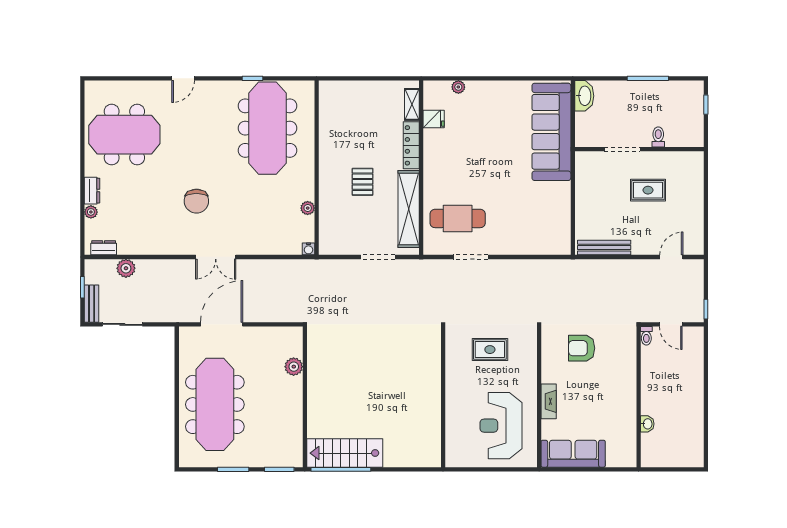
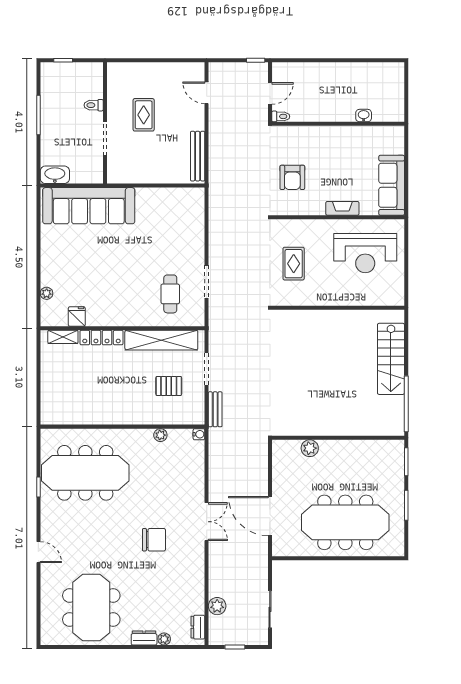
pallet: (363, 182) -> (169, 386), moved
cafe table: (458, 218) -> (170, 294), width x0.73, depth x0.74
bench: (92, 304) -> (215, 409), moved, turned 90
stairs: (345, 453) -> (391, 359), moved

